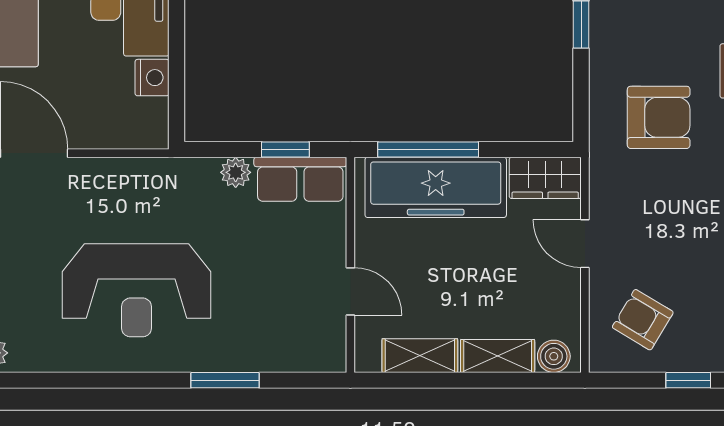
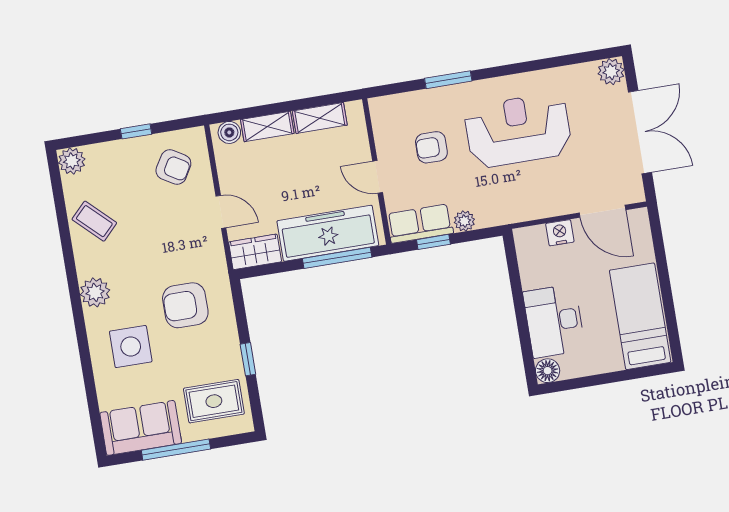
nightstand: (152, 78) -> (560, 233), moved, turned 90
armchair: (266, 287) -> (431, 147), added
door: (350, 291) -> (378, 177), moved

